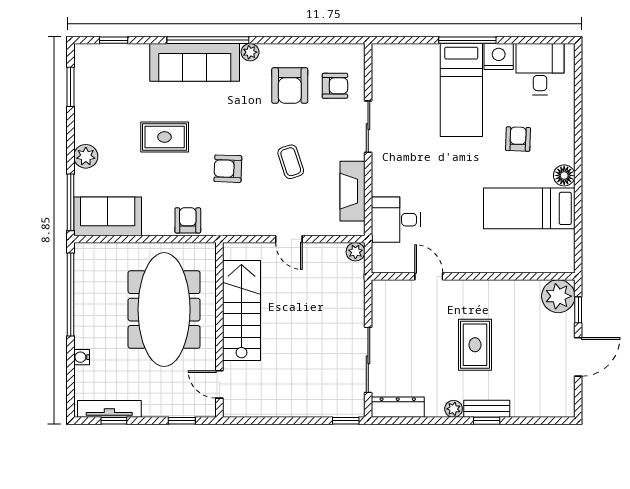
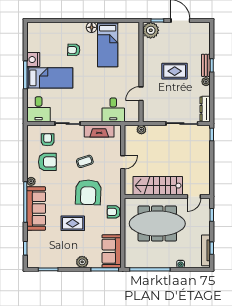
desk: (540, 69) -> (39, 109), moved, turned -90
rug: (165, 137) -> (73, 223), turned 90
armchair: (228, 169) -> (88, 192), width x1.88, depth x1.88
plant: (355, 252) -> (141, 130), moved

